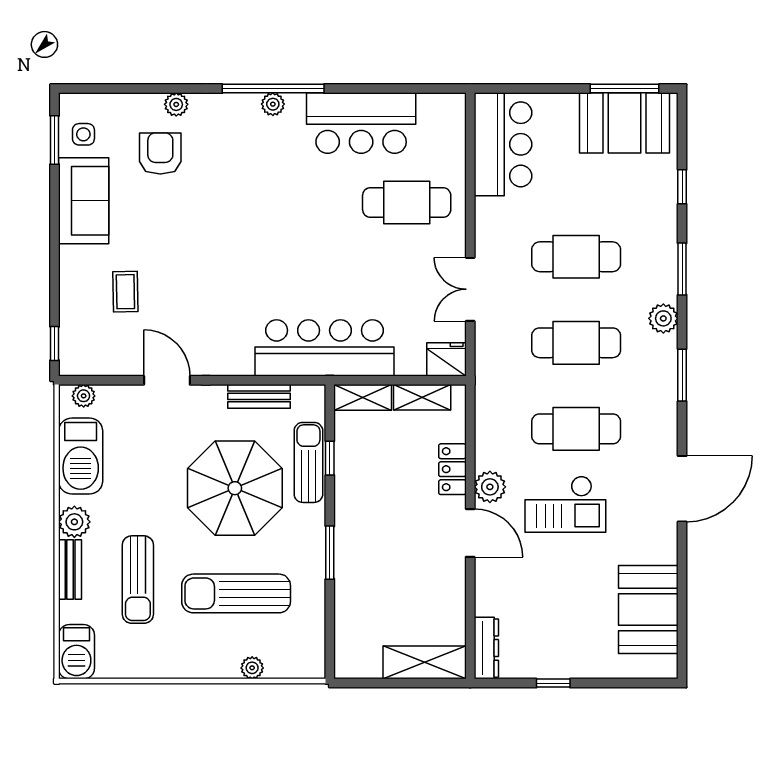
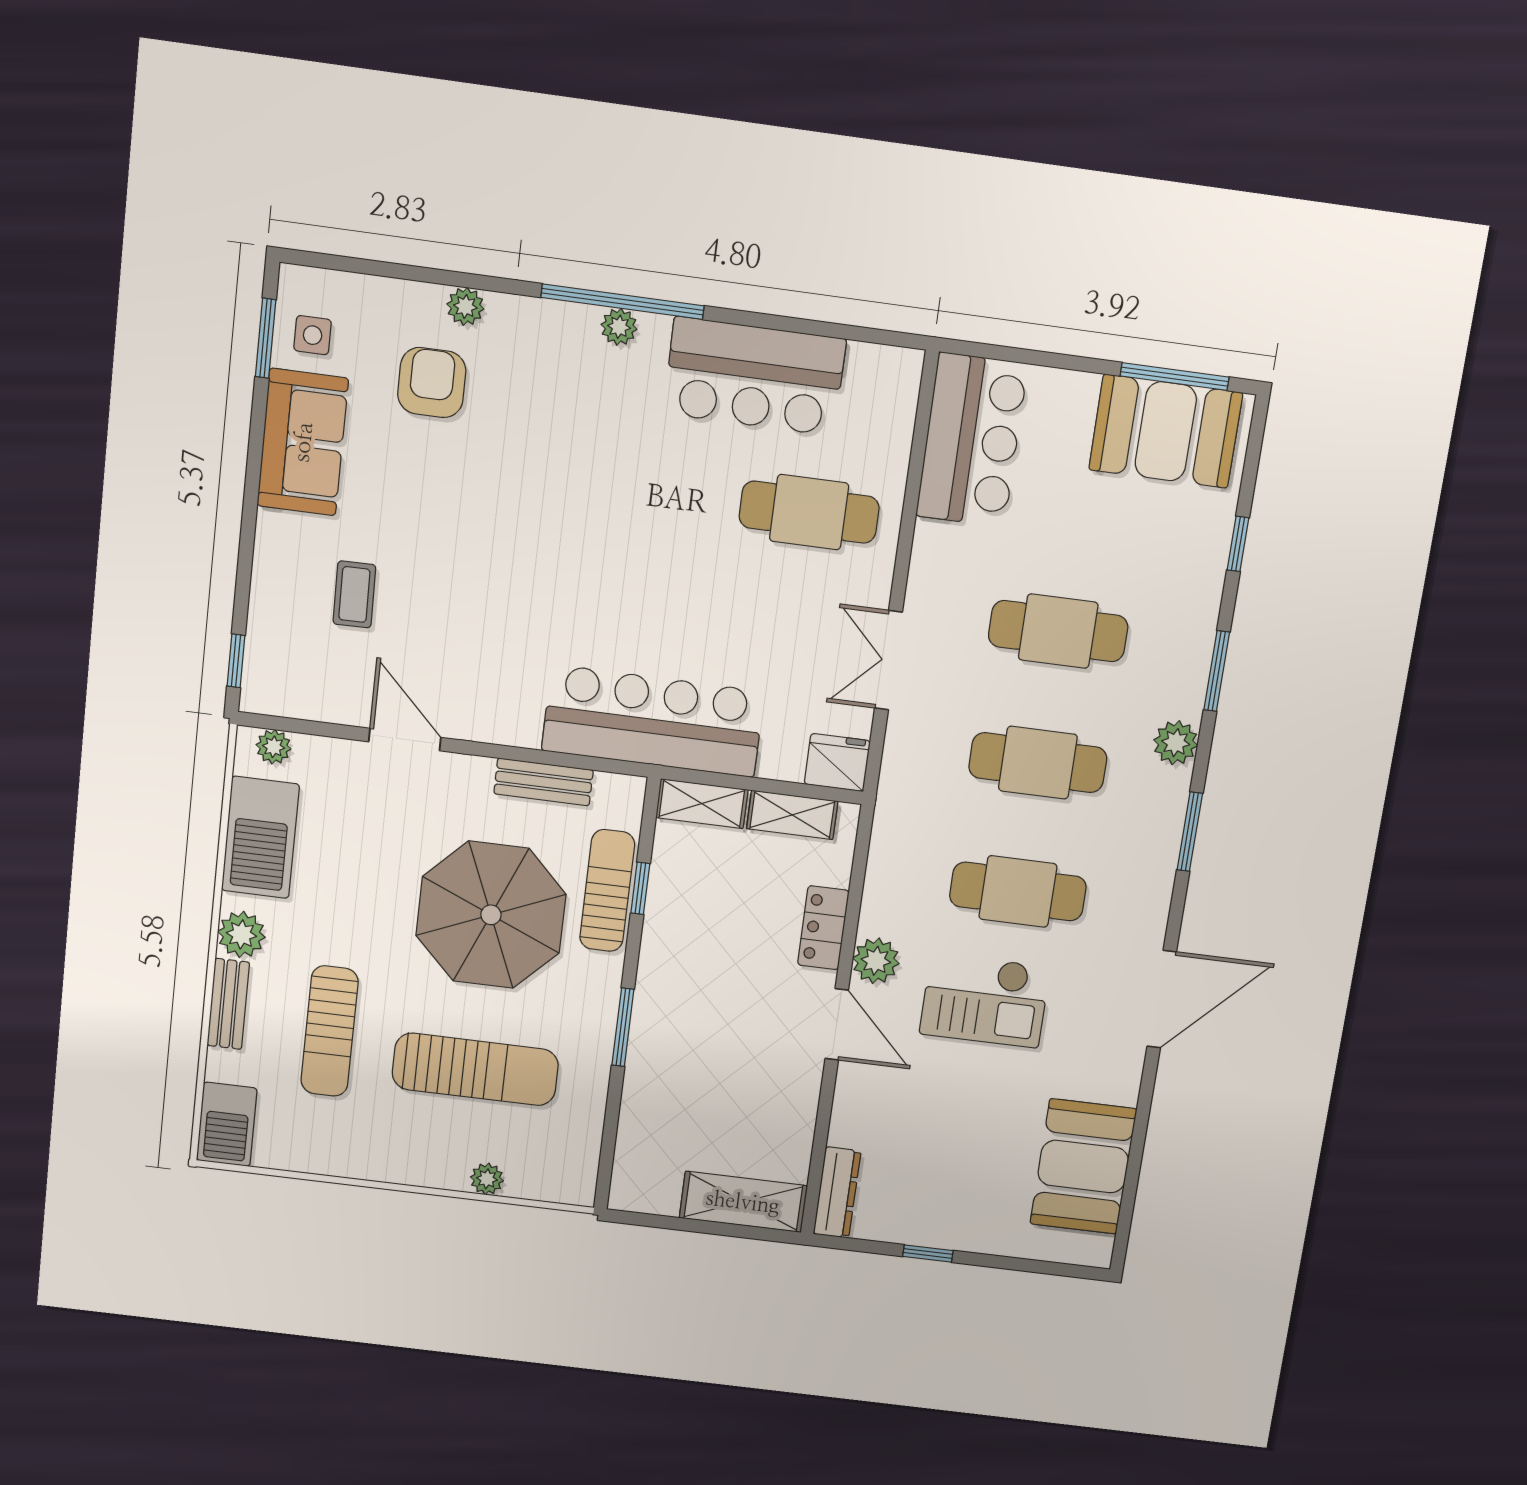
sun lounger: (236, 593) -> (475, 1069), turned 180

